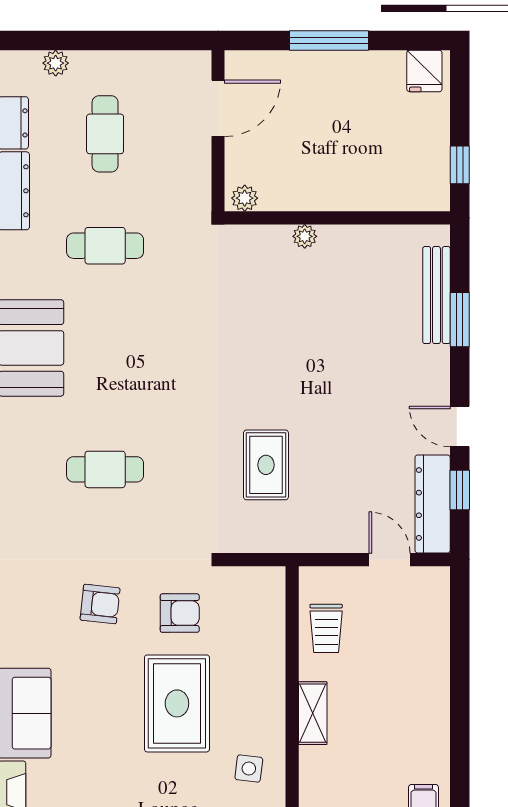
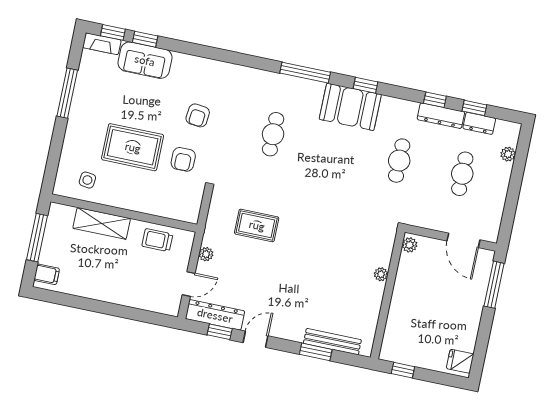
window: (329, 40) -> (494, 285), moved
cafe table: (105, 134) -> (462, 174), turned 90
plant: (333, 541) -> (206, 254), added
shelving: (313, 713) -> (102, 223), width x1.50, depth x1.33

